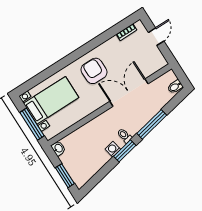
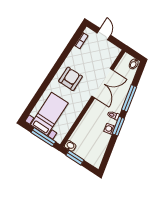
armchair: (94, 71) -> (71, 79), turned 90
double door: (129, 93) -> (103, 83), swing flipped
window: (65, 176) -> (75, 158), moved

